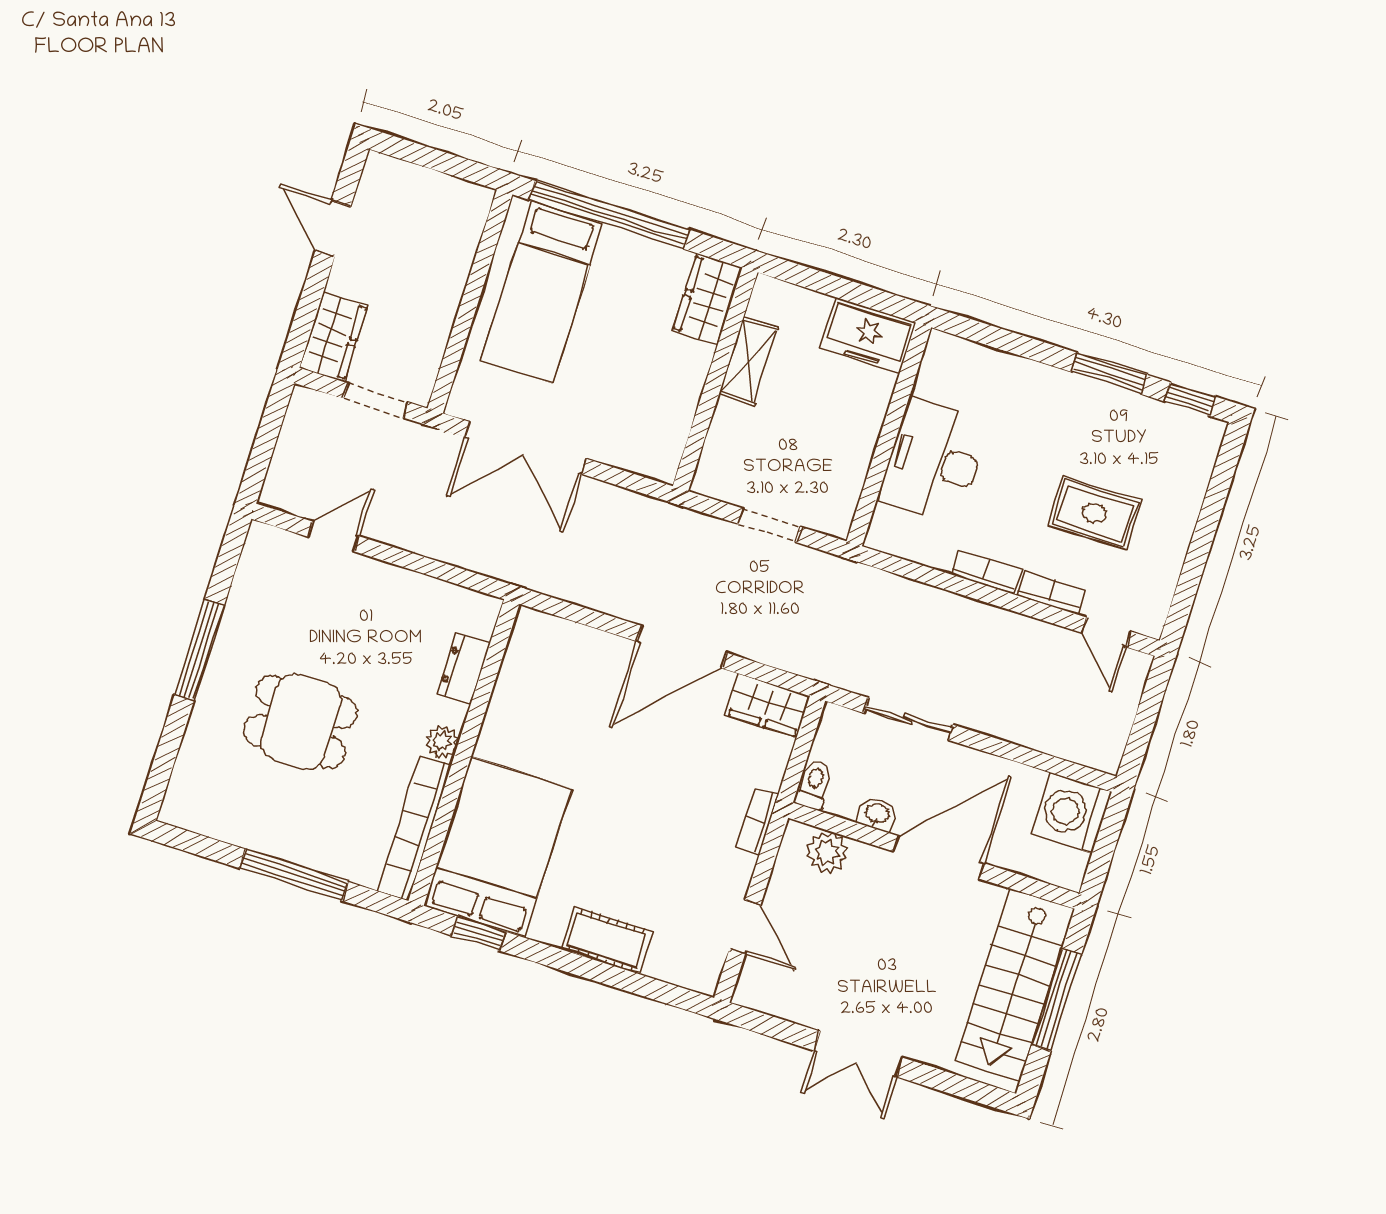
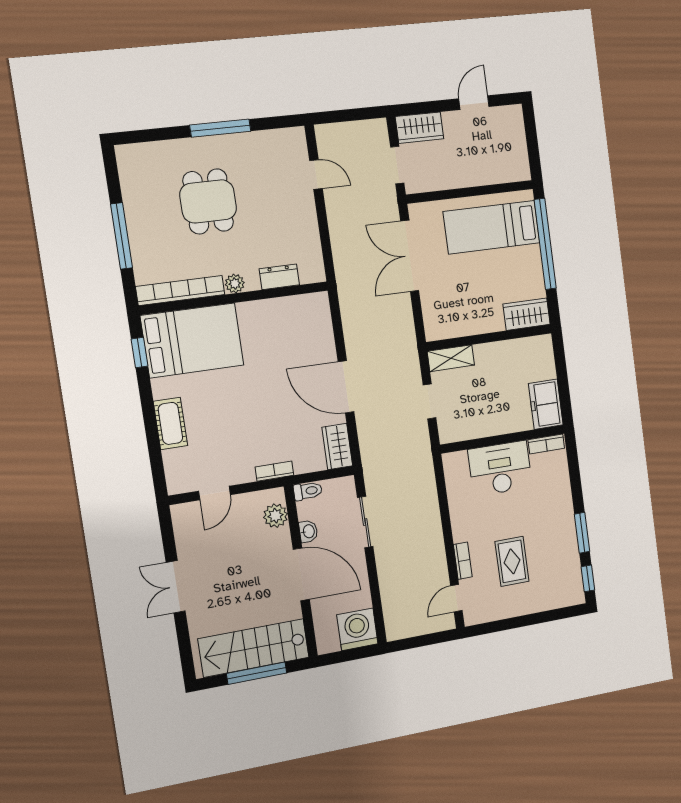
shelving: (748, 361) -> (451, 358), moved
bookcase: (986, 572) -> (546, 444), moved, turned 90

